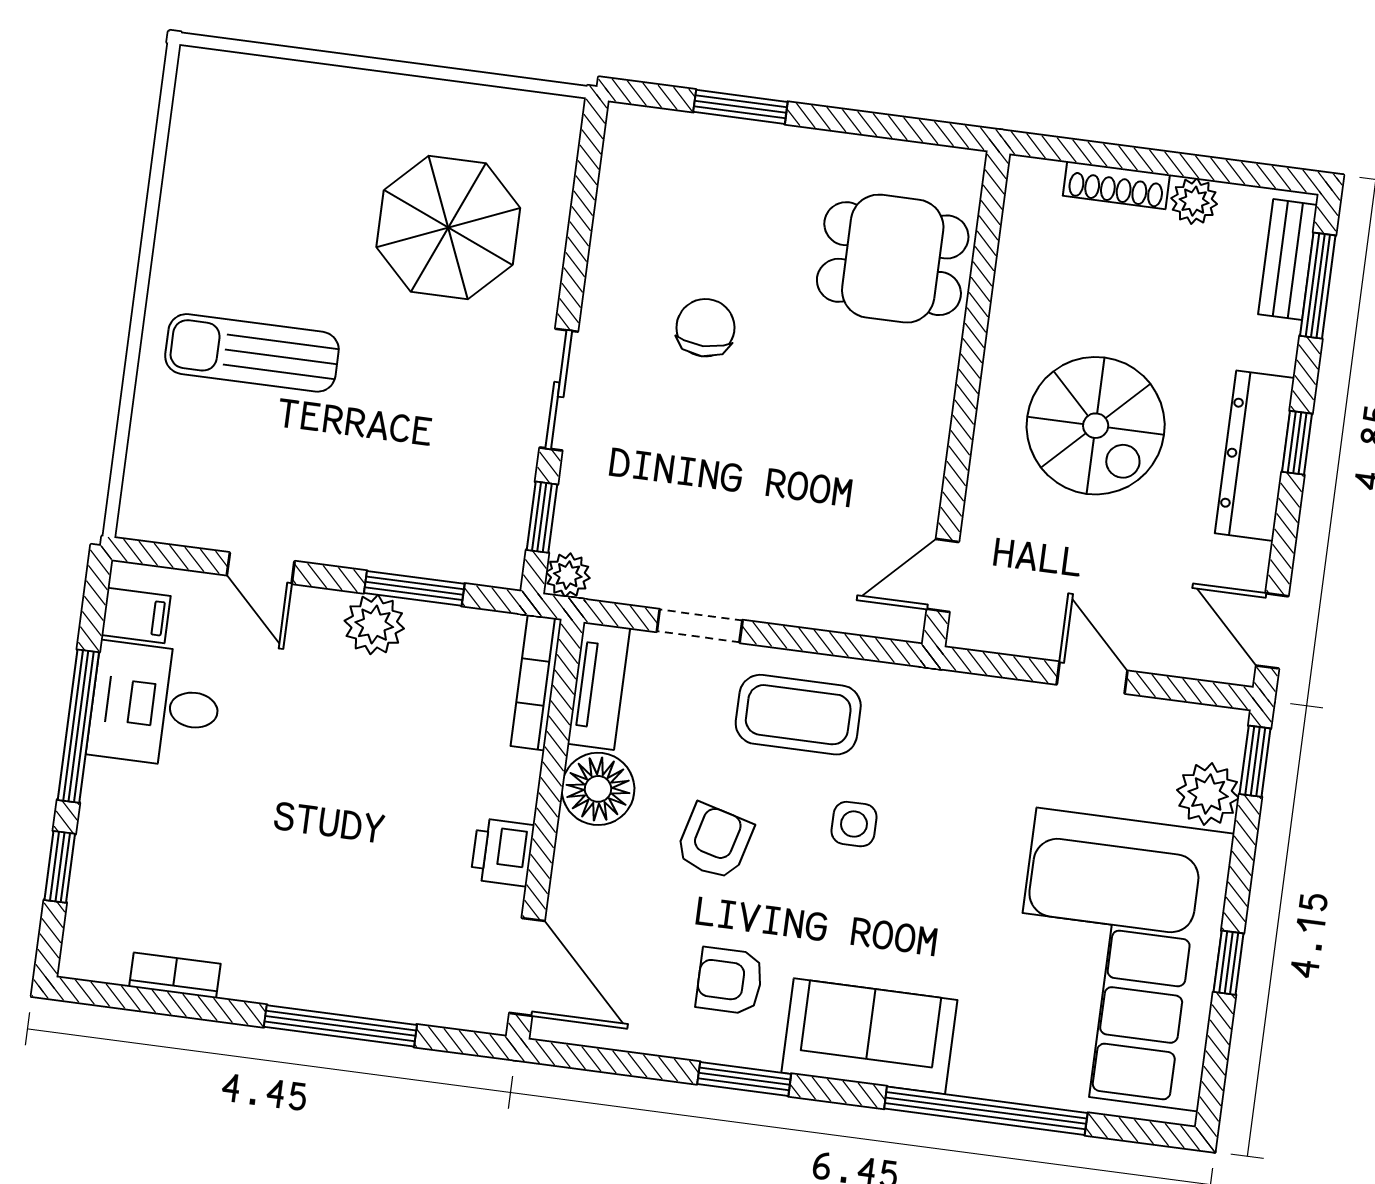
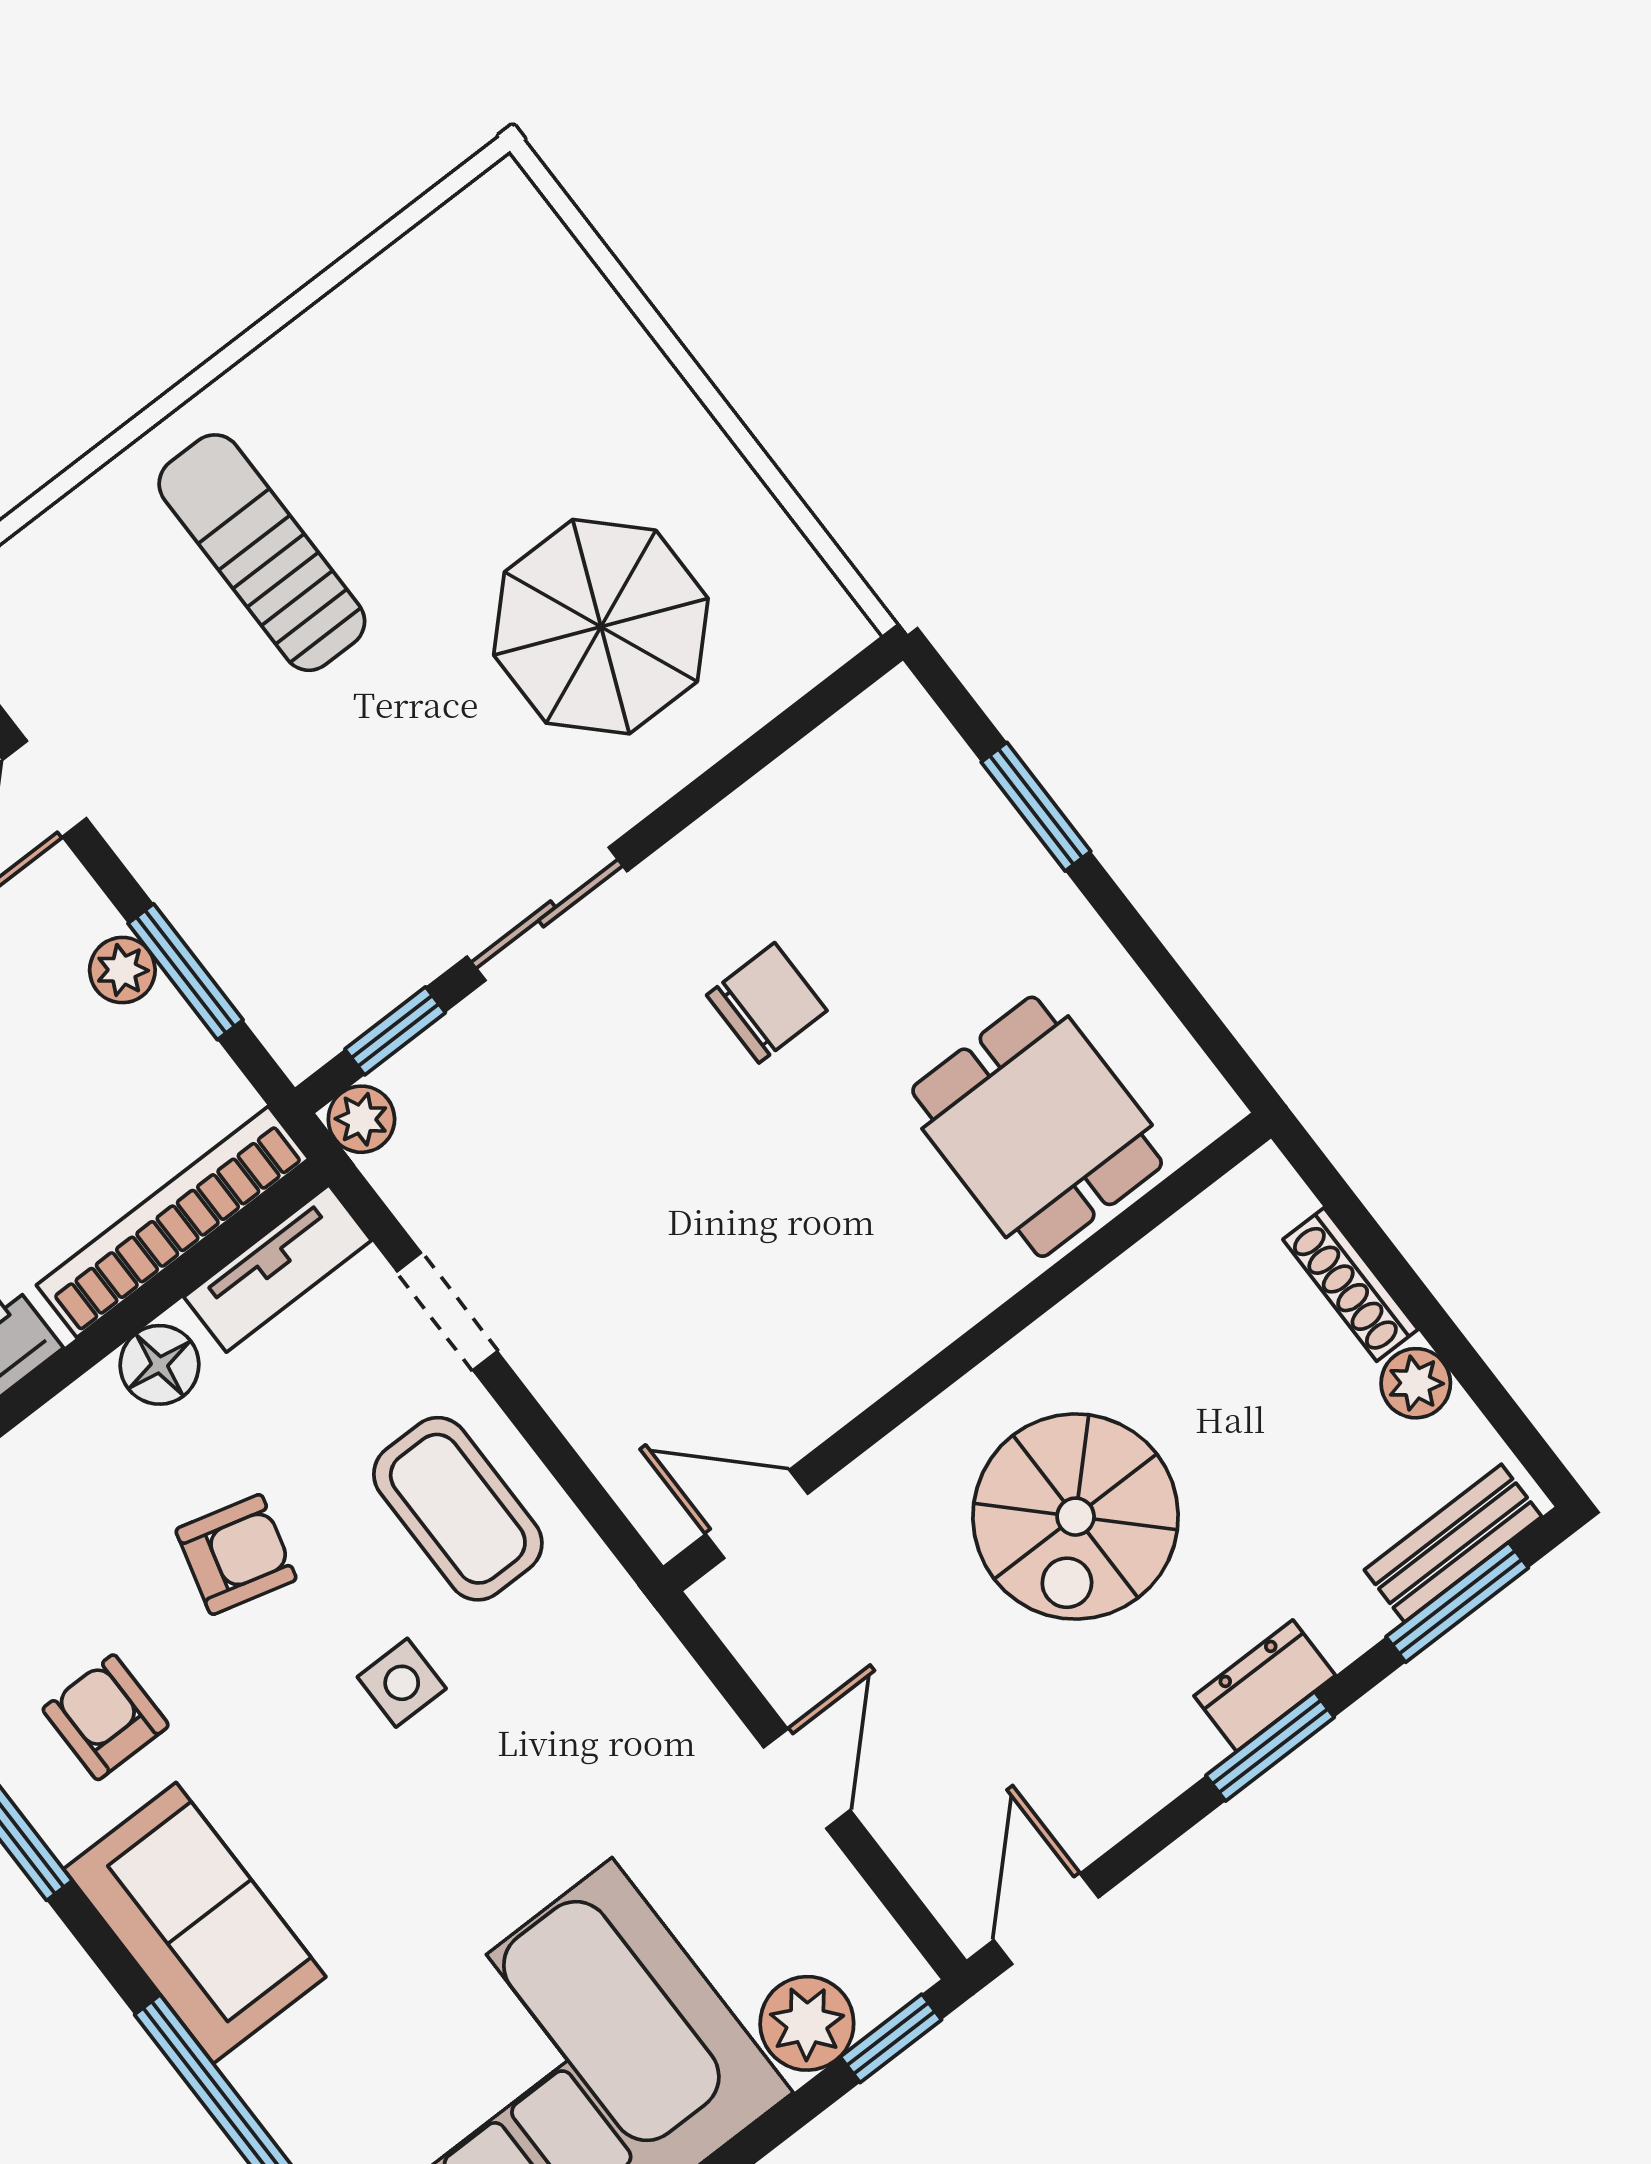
window: (1297, 443) -> (1270, 1746), width x1.50
dresser: (1255, 456) -> (1265, 1686), width x0.51, depth x0.80
plant: (374, 625) -> (122, 970), width x0.73, depth x0.73
bookcase: (536, 683) -> (173, 1222), width x1.48, depth x1.31
floor lamp: (598, 789) -> (159, 1365), width x0.73, depth x0.73

